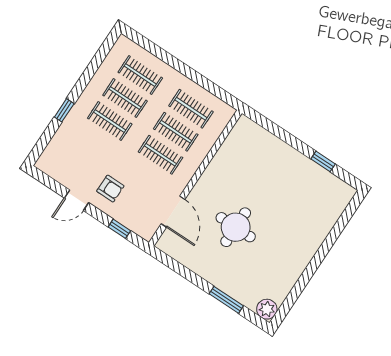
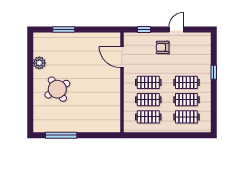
window: (323, 161) -> (61, 135), width x2.17
round table: (236, 227) -> (57, 89), moved, turned -32
plant: (267, 309) -> (39, 63), moved

